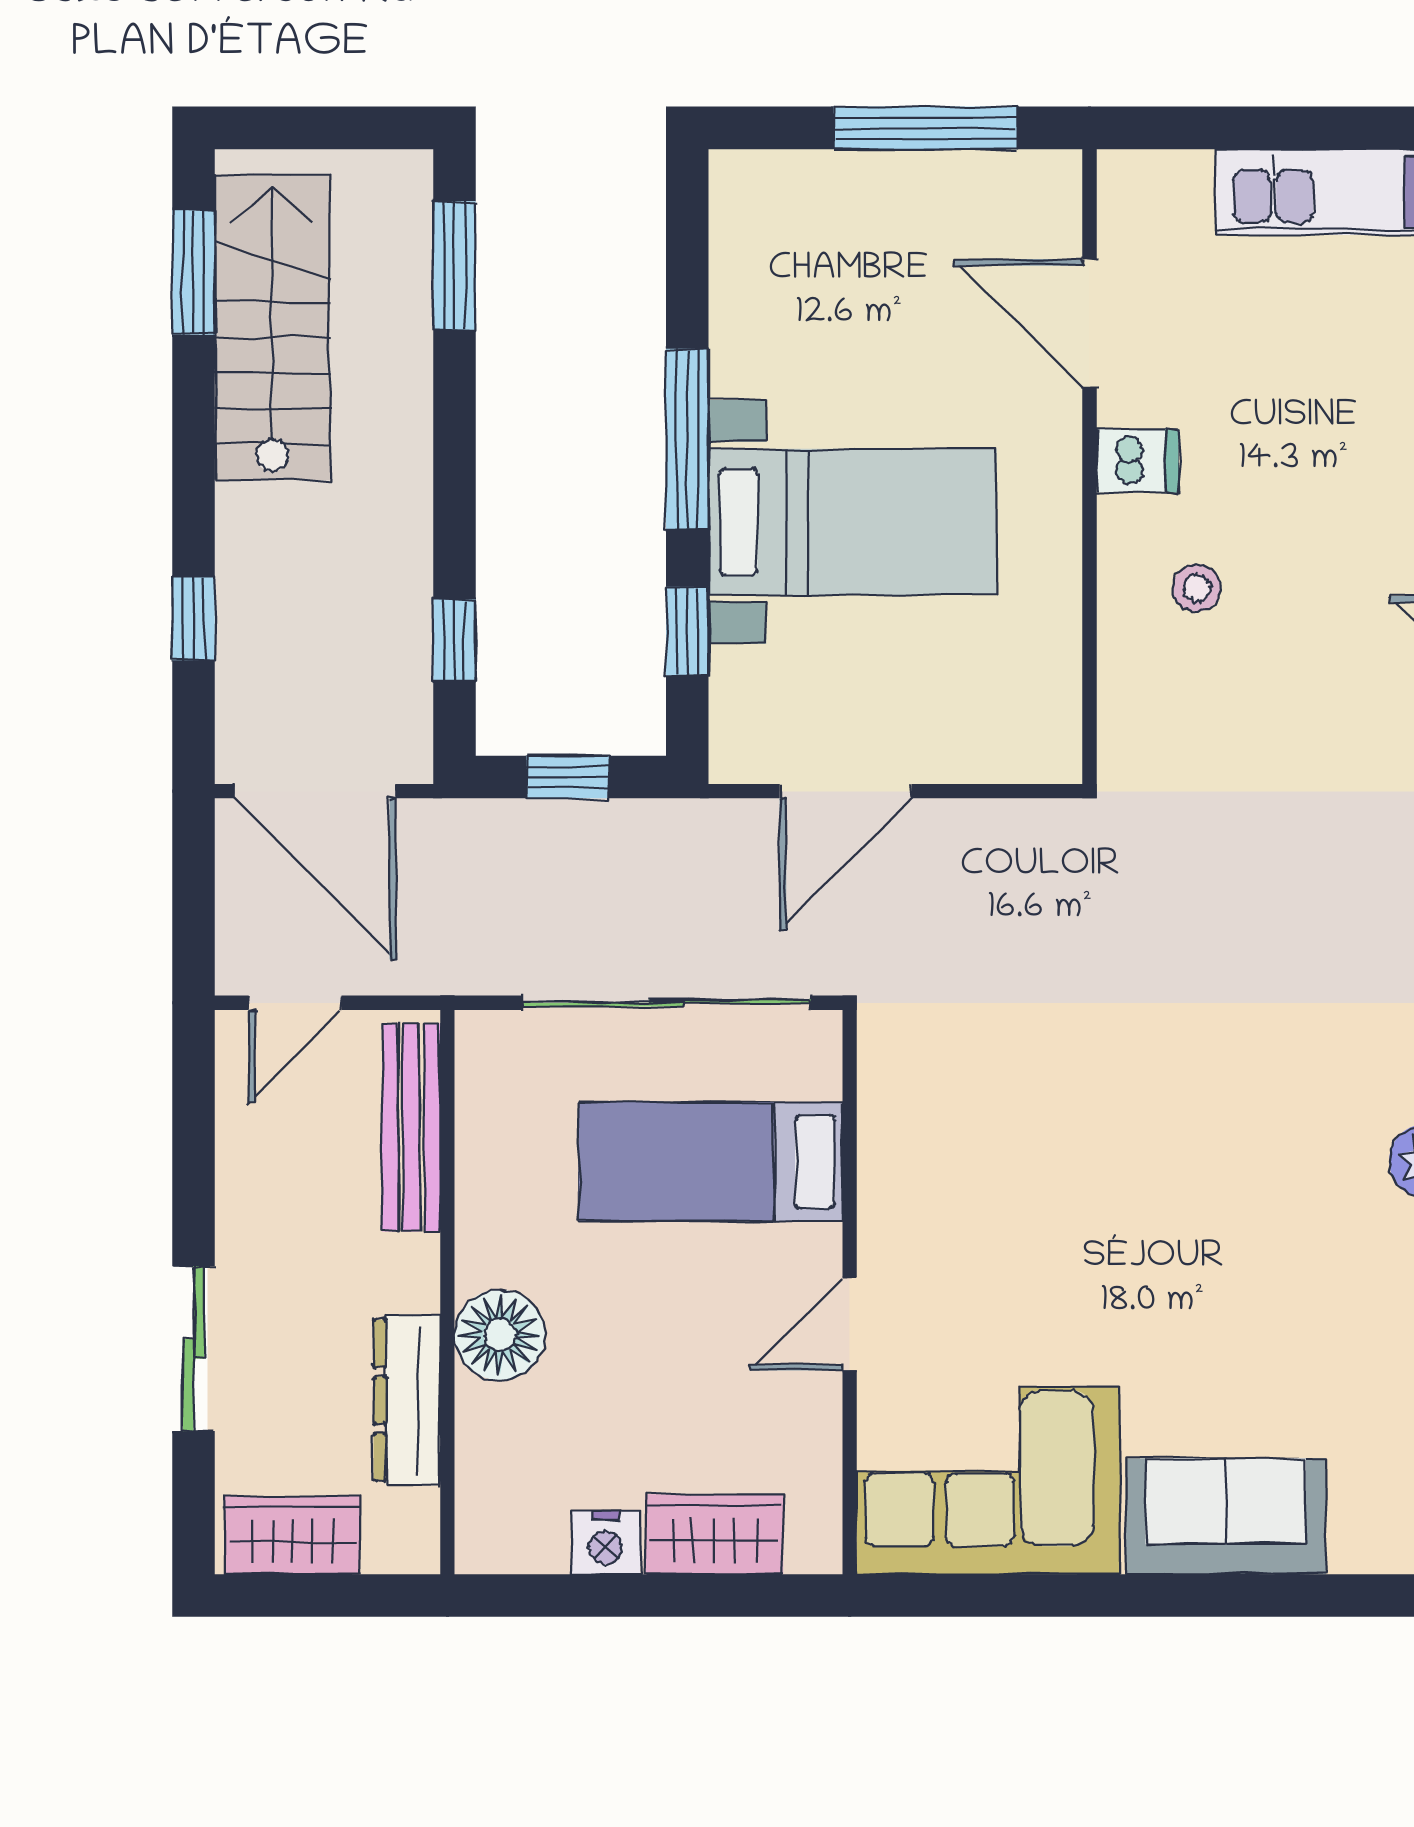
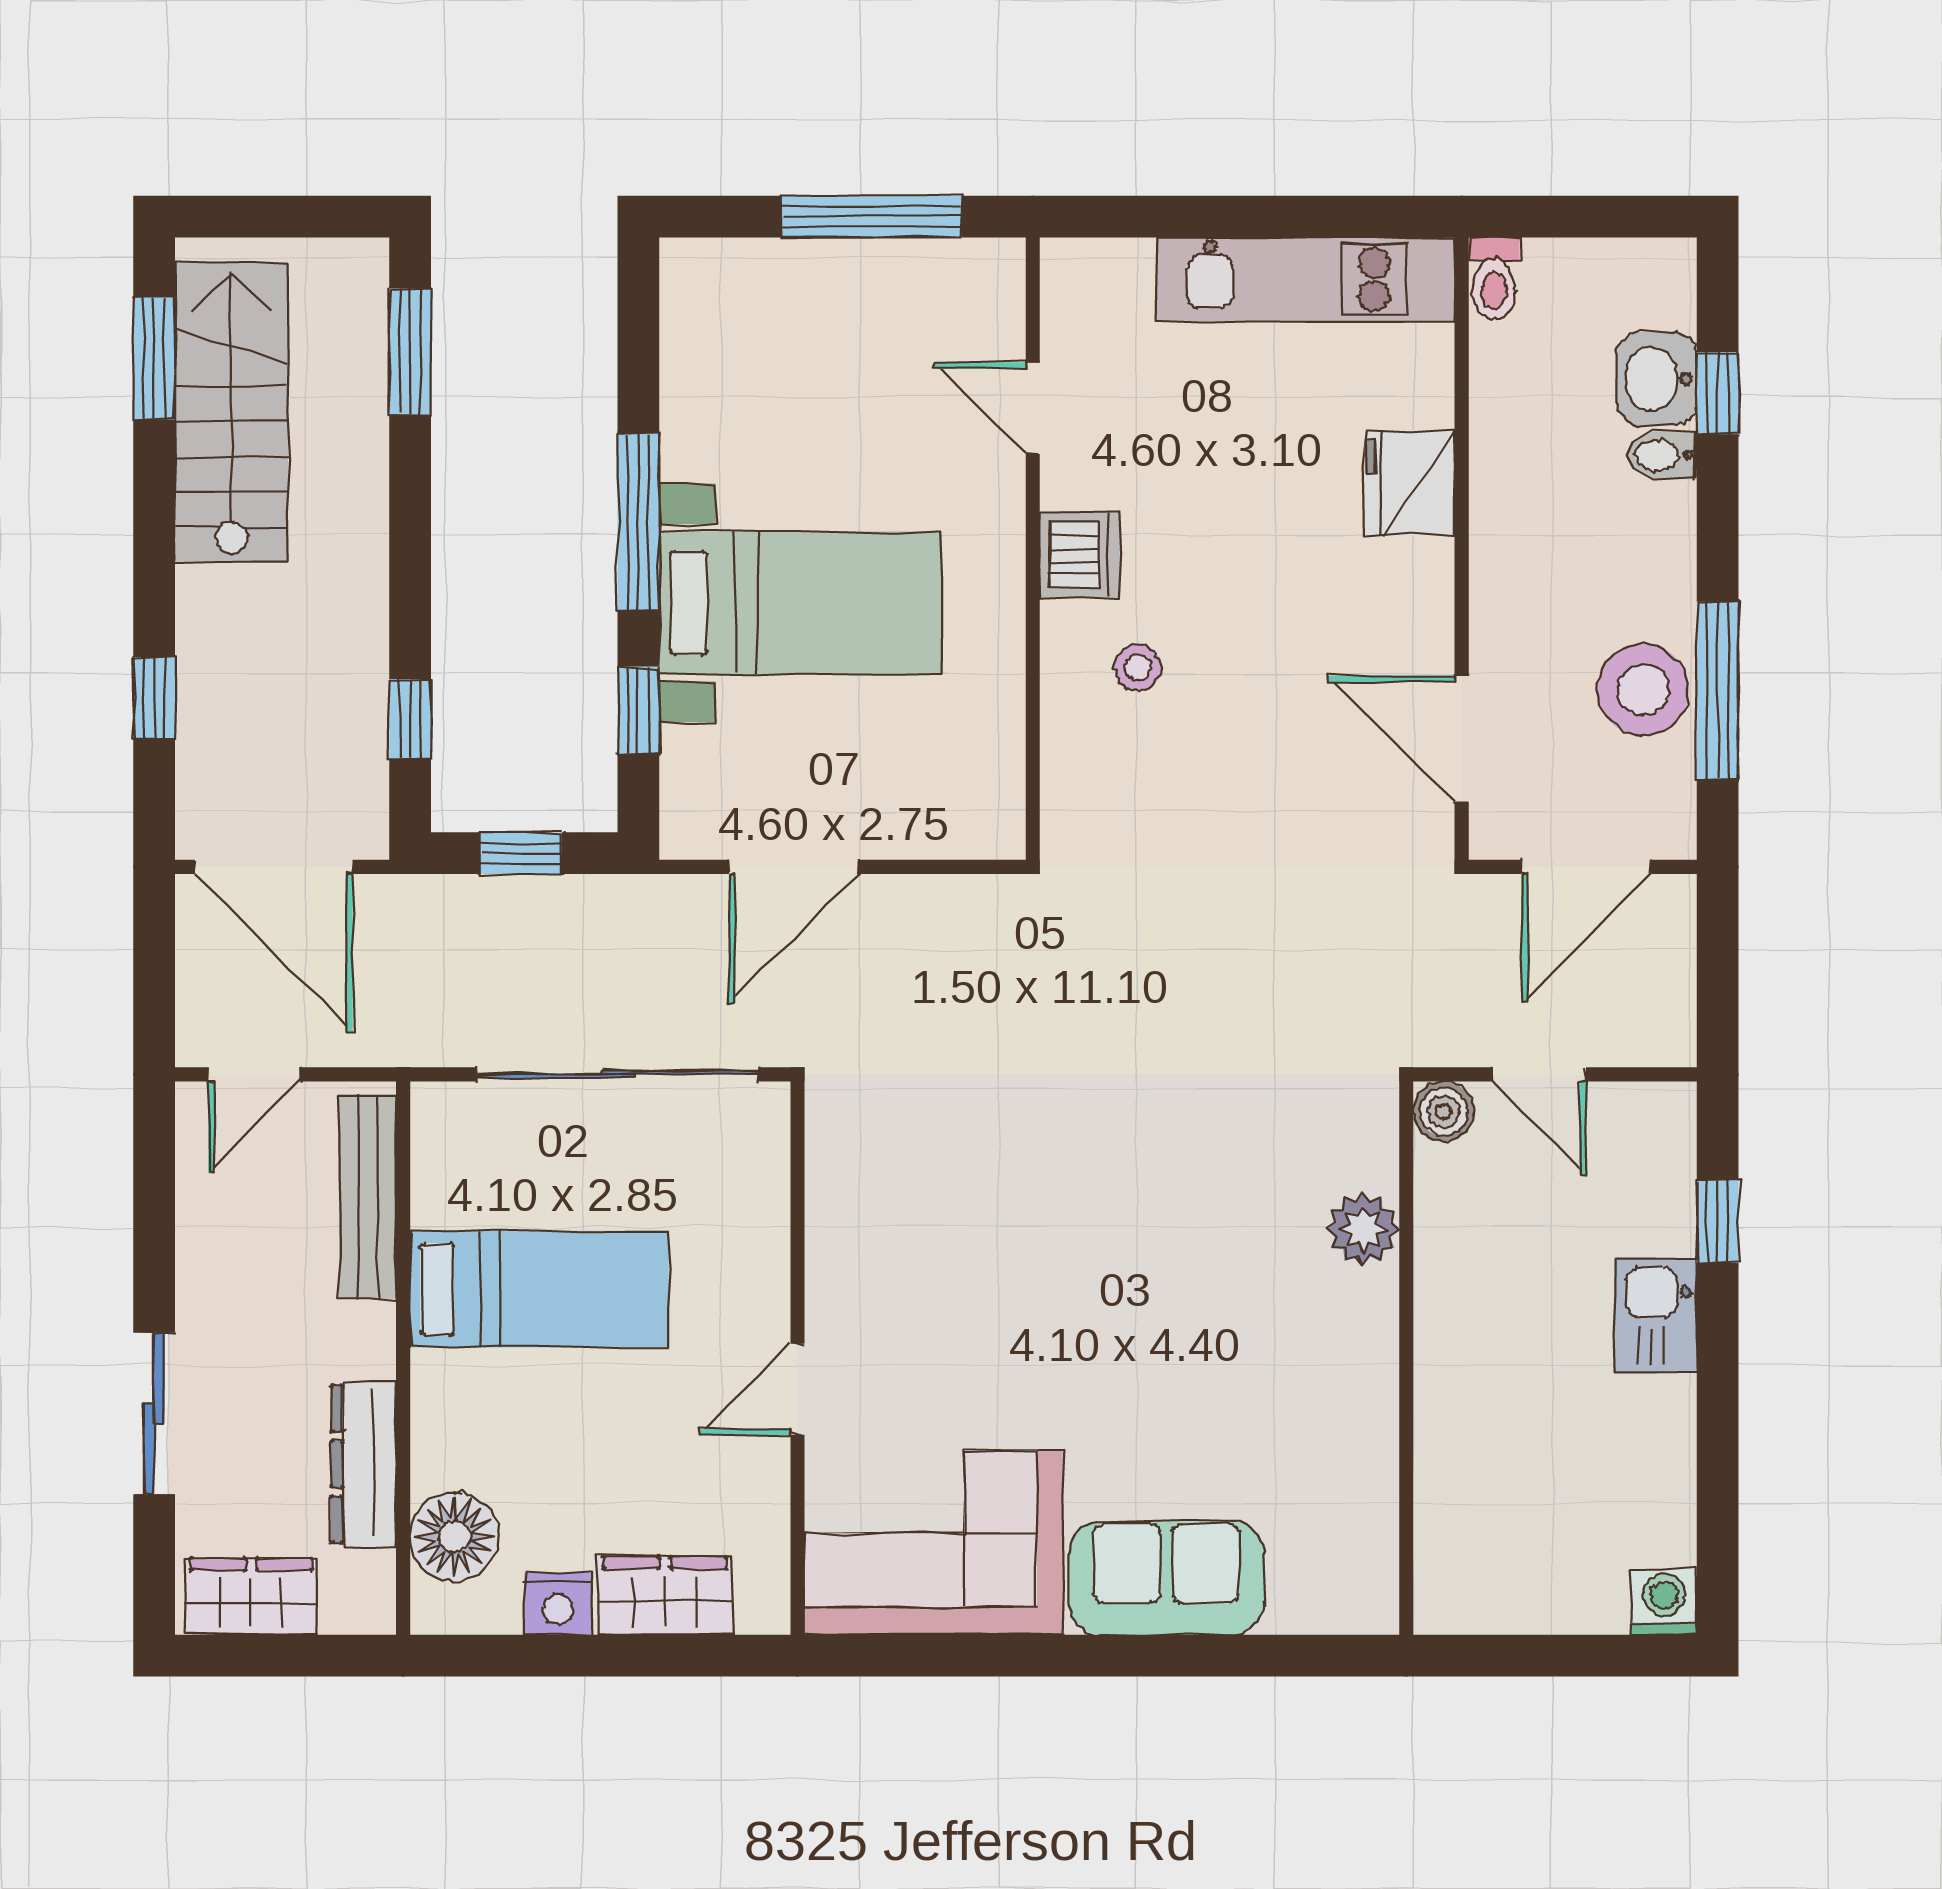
door: (1089, 323) -> (1033, 408), width x0.73
dishwasher: (1137, 461) -> (1080, 555), width x1.38
bed: (711, 1161) -> (539, 1289), moved, turned 180
floor lamp: (500, 1335) -> (454, 1536), moved

